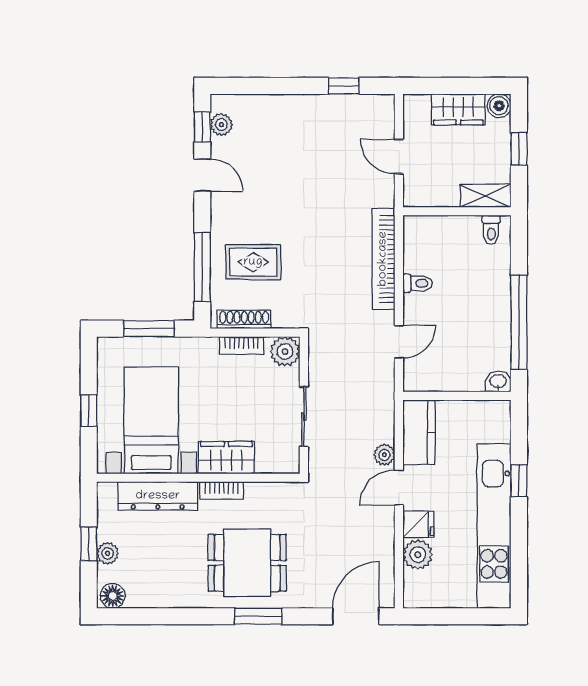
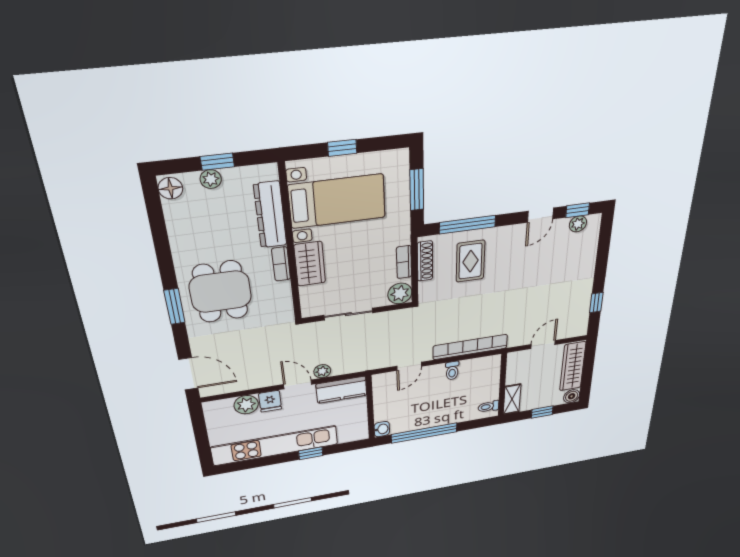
wardrobe: (458, 109) -> (573, 366), width x1.50
door: (399, 342) -> (409, 366), hinge flipped

